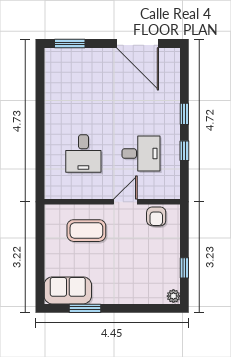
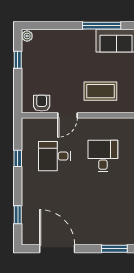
window: (184, 114) -> (18, 215), moved
window: (85, 308) -> (102, 26), width x1.44

